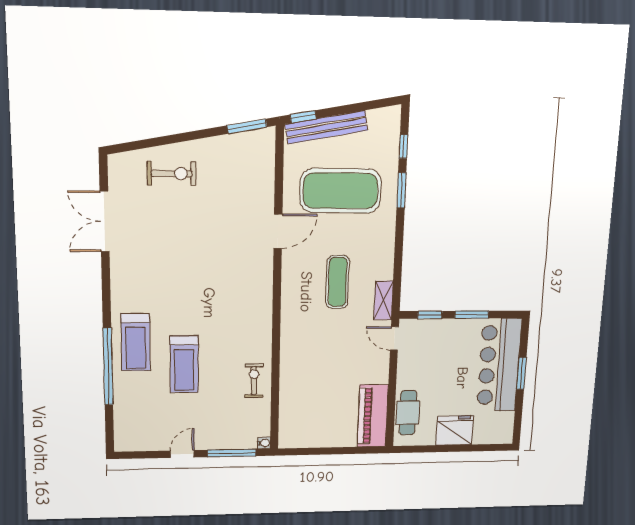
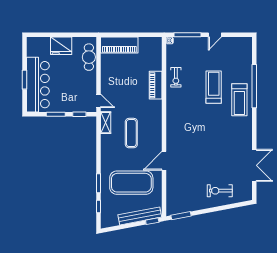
treadmill: (136, 342) -> (239, 100), turned 180
piano: (291, 366) -> (156, 85), added
piano: (373, 416) -> (119, 45), moved, turned 90

